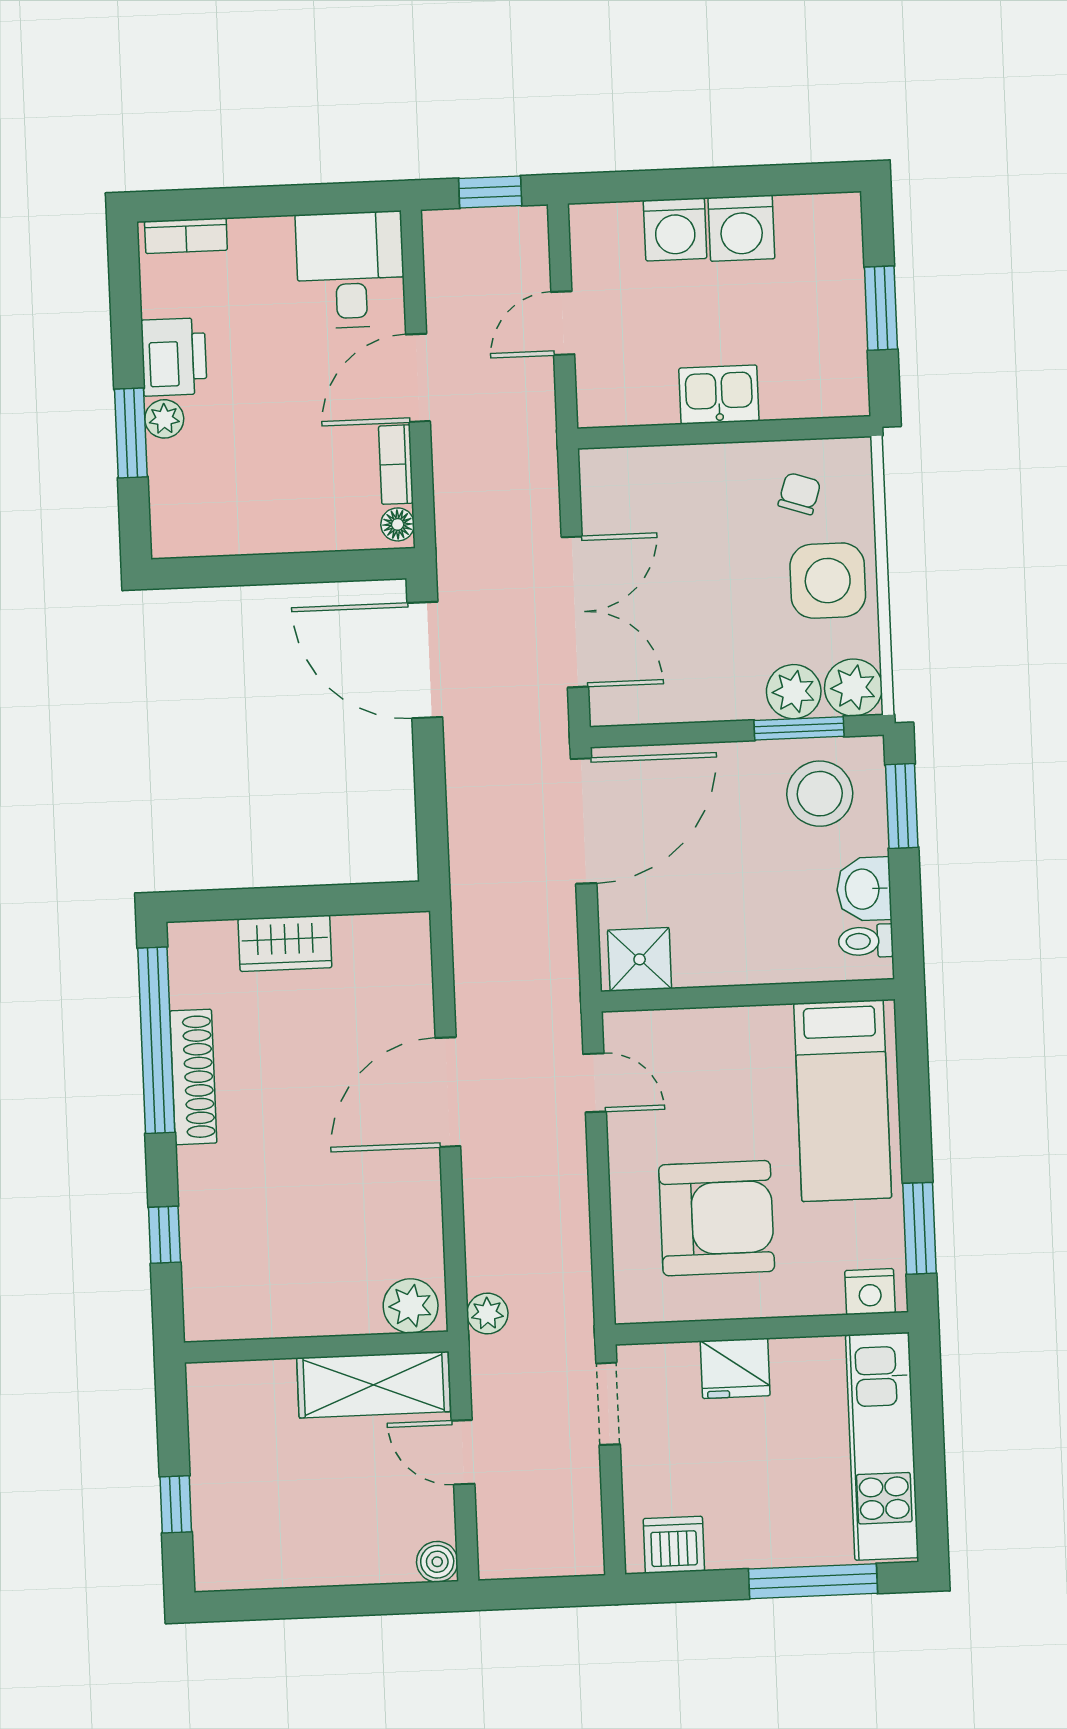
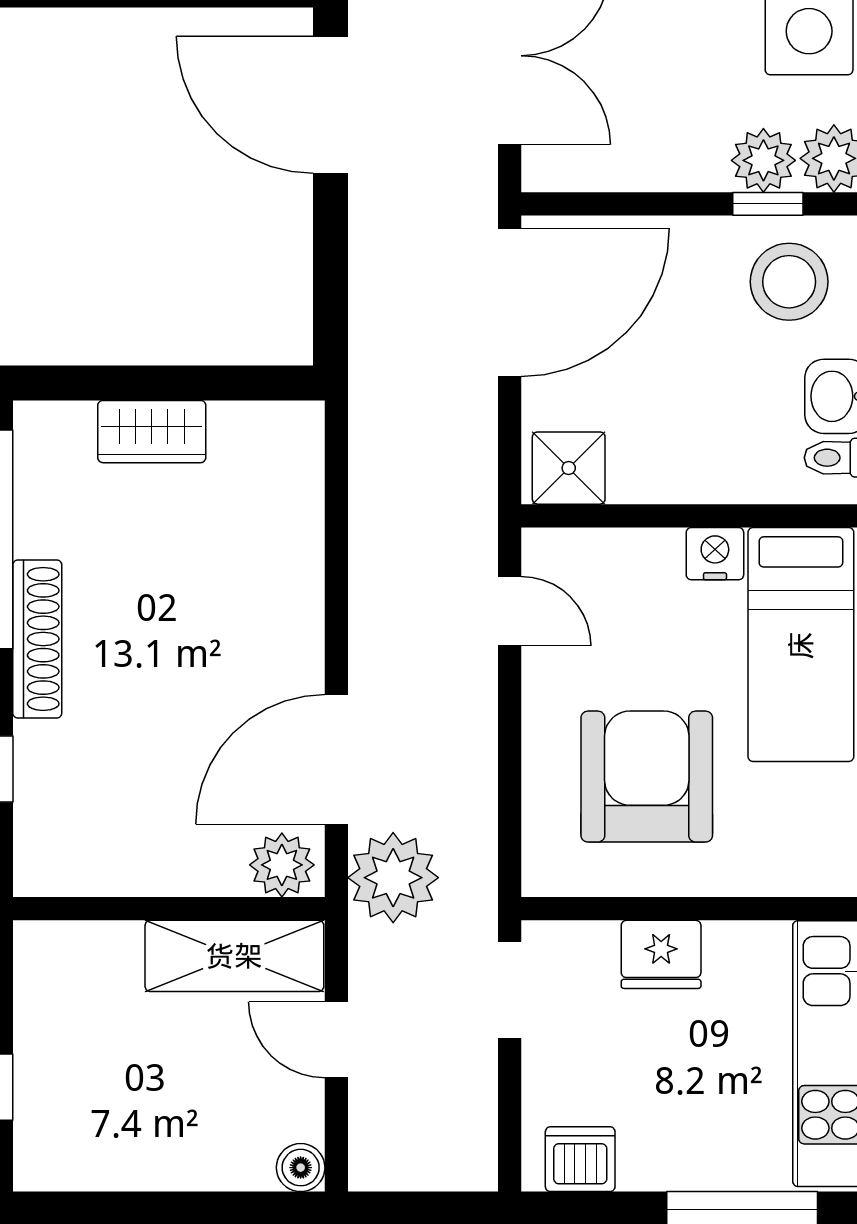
window: (799, 728) -> (768, 204), width x0.67
shoe rack: (193, 1077) -> (37, 639), moved
door: (448, 1092) -> (336, 759), moved
armchair: (717, 1218) -> (647, 777), turned -90
nightstand: (870, 1292) -> (715, 554), moved, turned 180
plant: (487, 1313) -> (393, 878), width x1.87, depth x1.87

